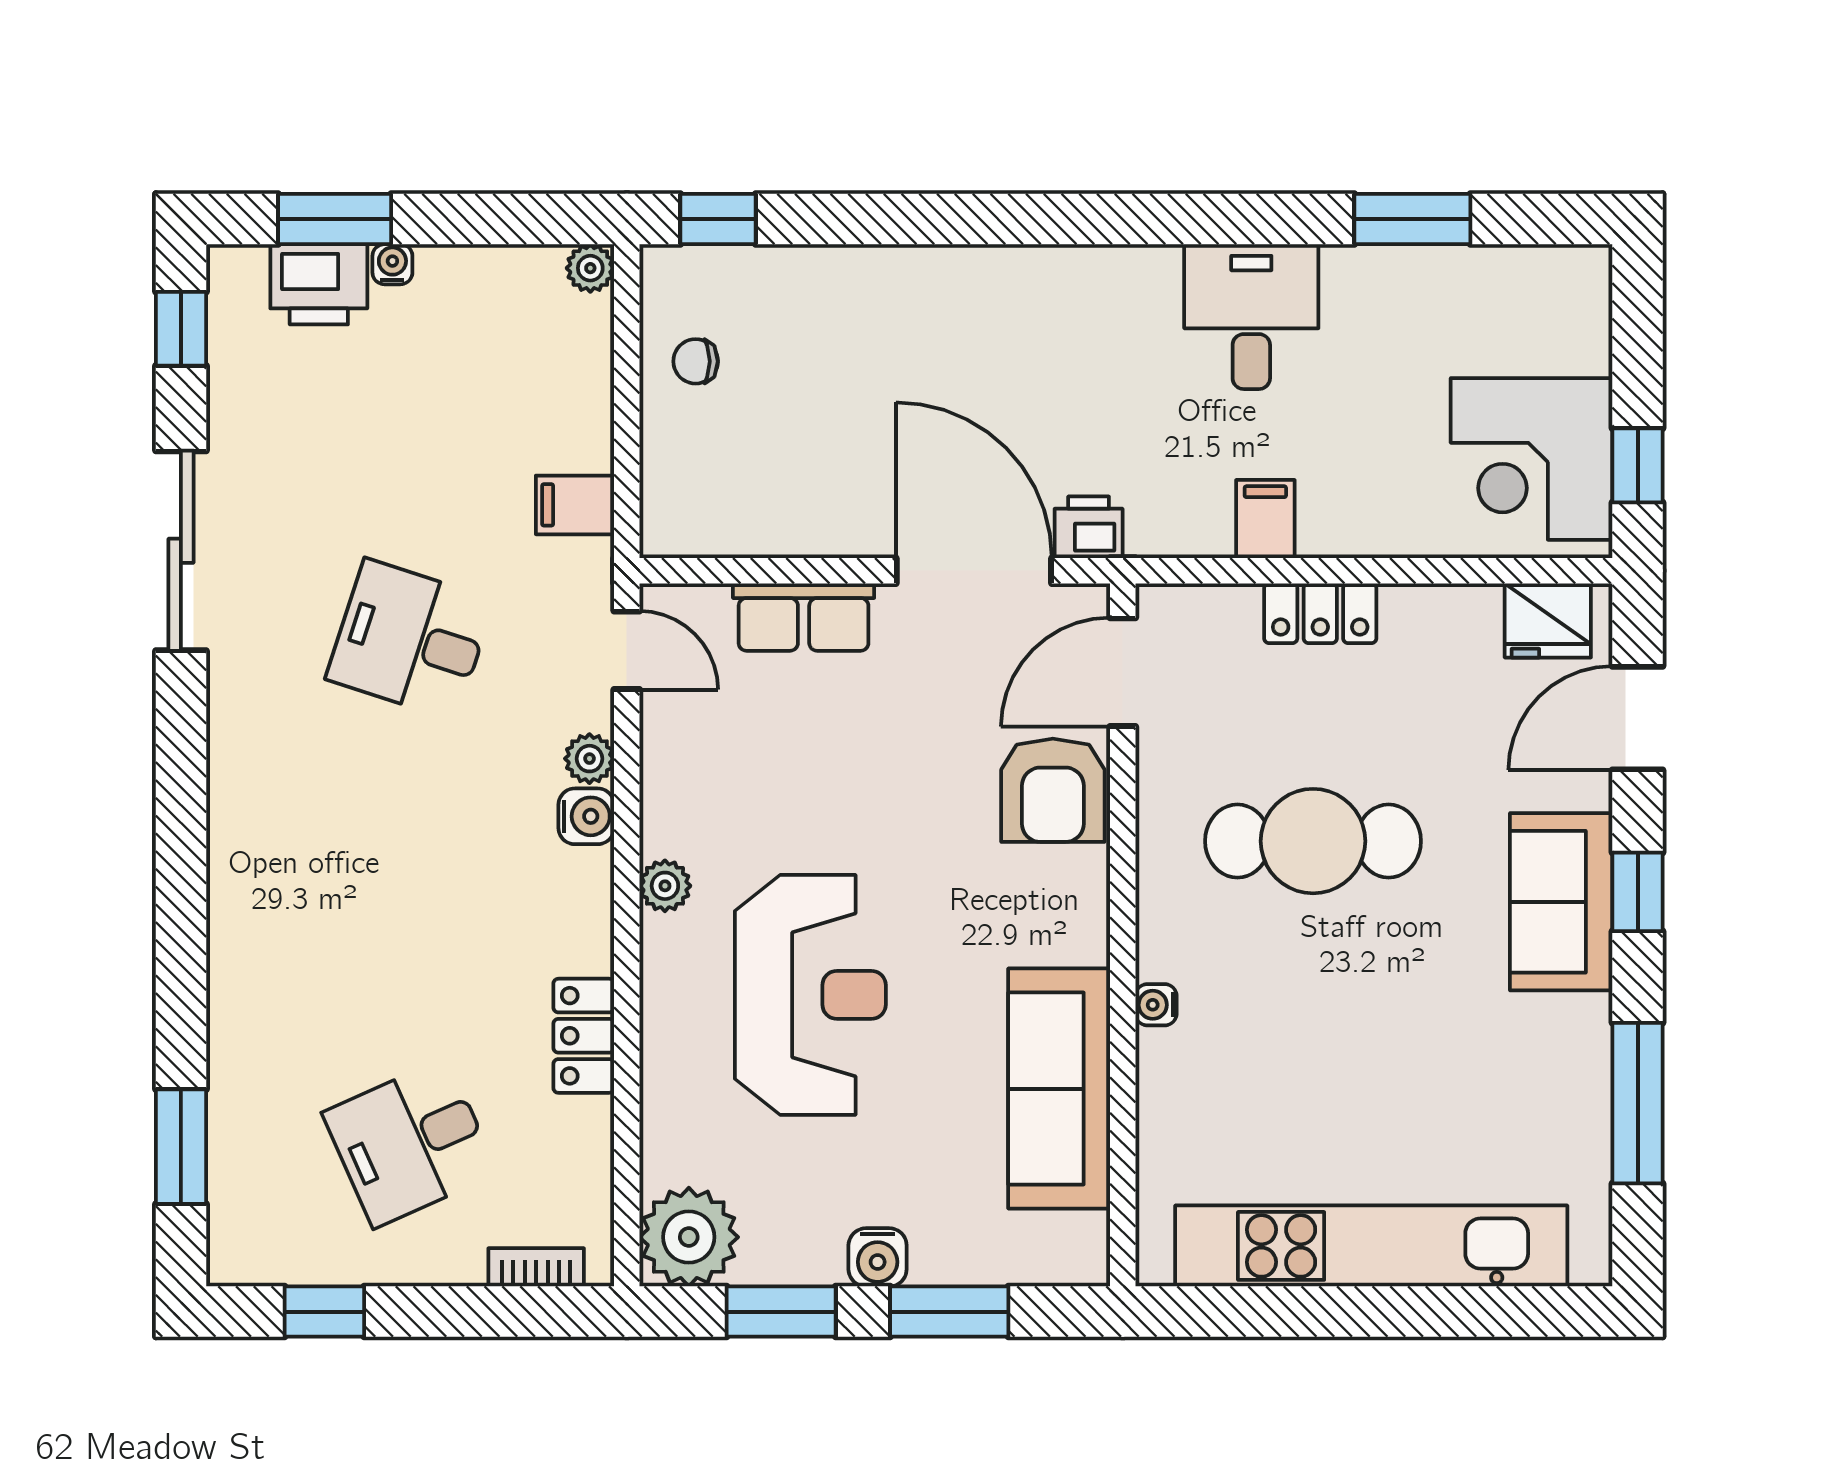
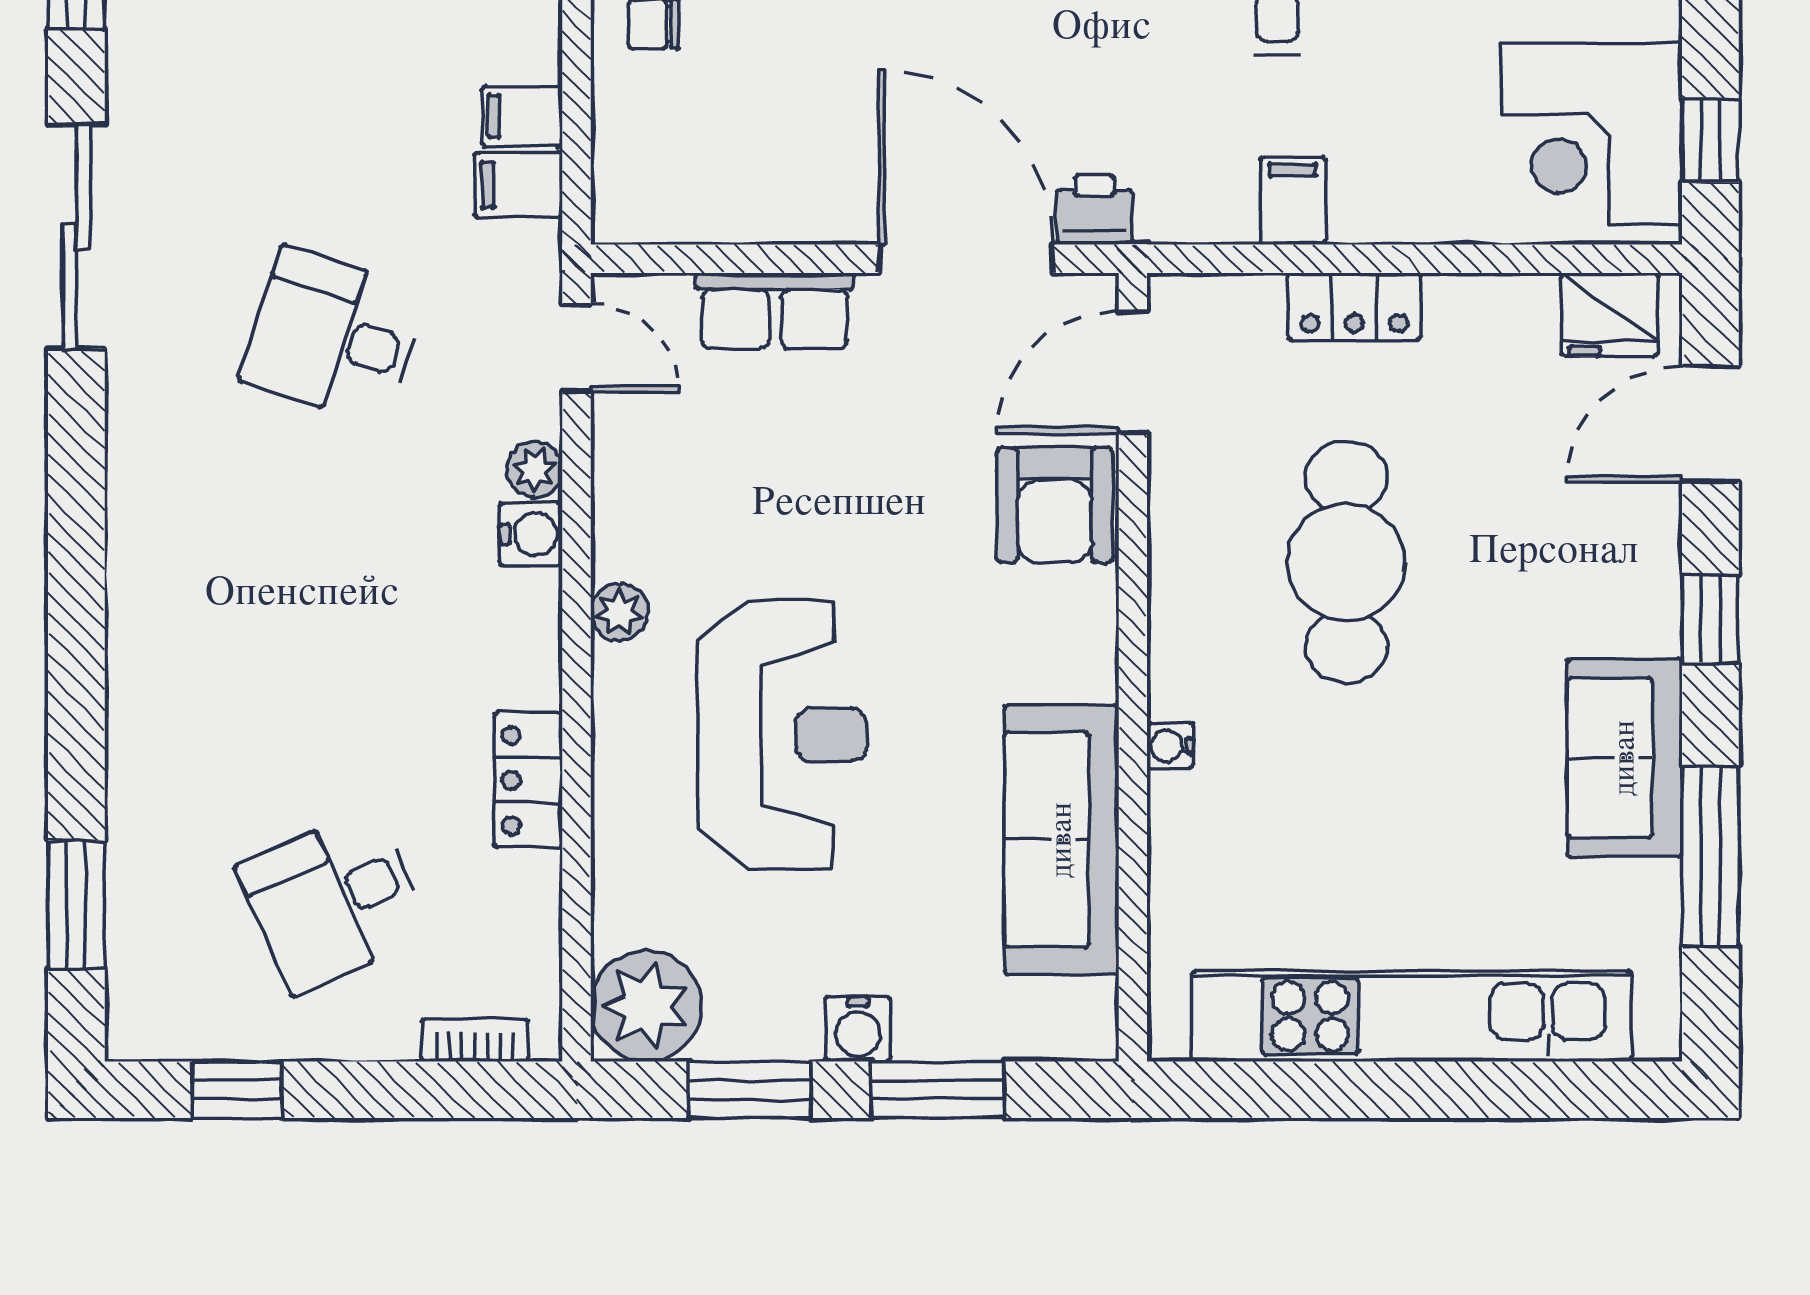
filing cabinet: (578, 444) -> (522, 116), added
cafe table: (1313, 841) -> (1346, 562), turned 90
sofa: (1561, 902) -> (1625, 758), moved

